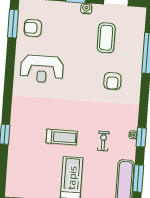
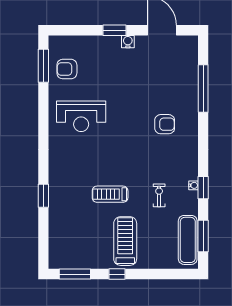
coffee table: (106, 38) -> (154, 74), removed
armchair: (112, 81) -> (165, 124), turned -90
treadmill: (62, 137) -> (110, 194), turned 180

